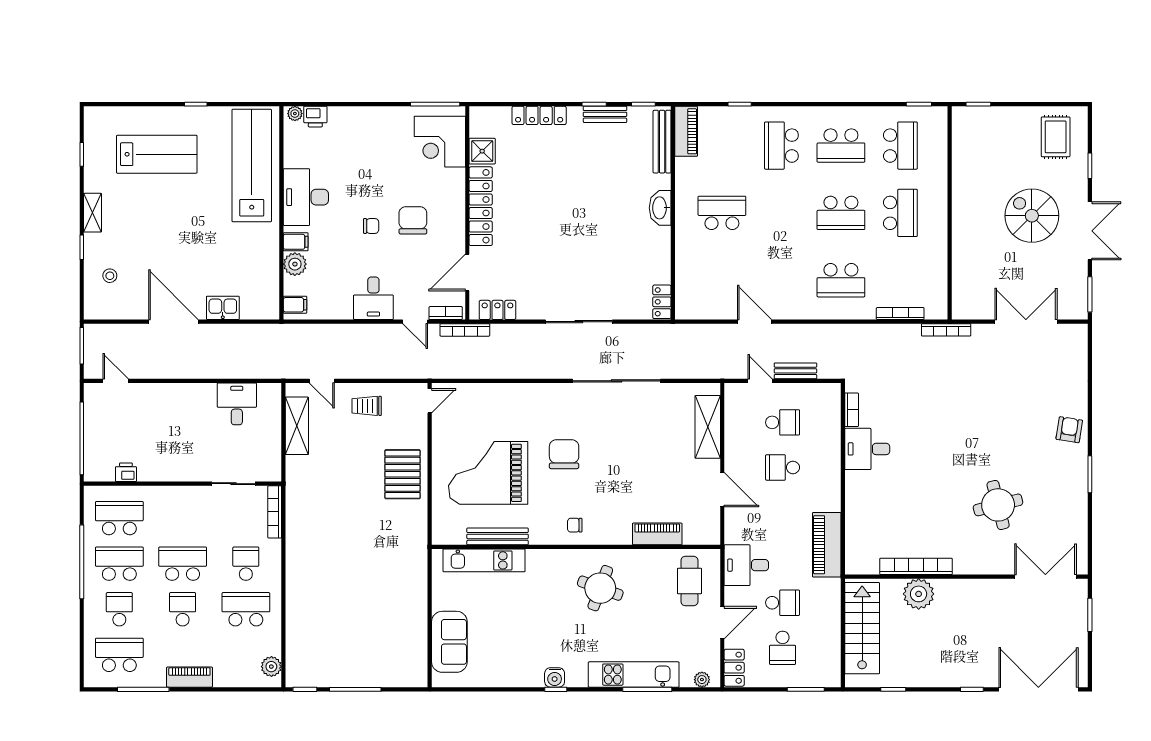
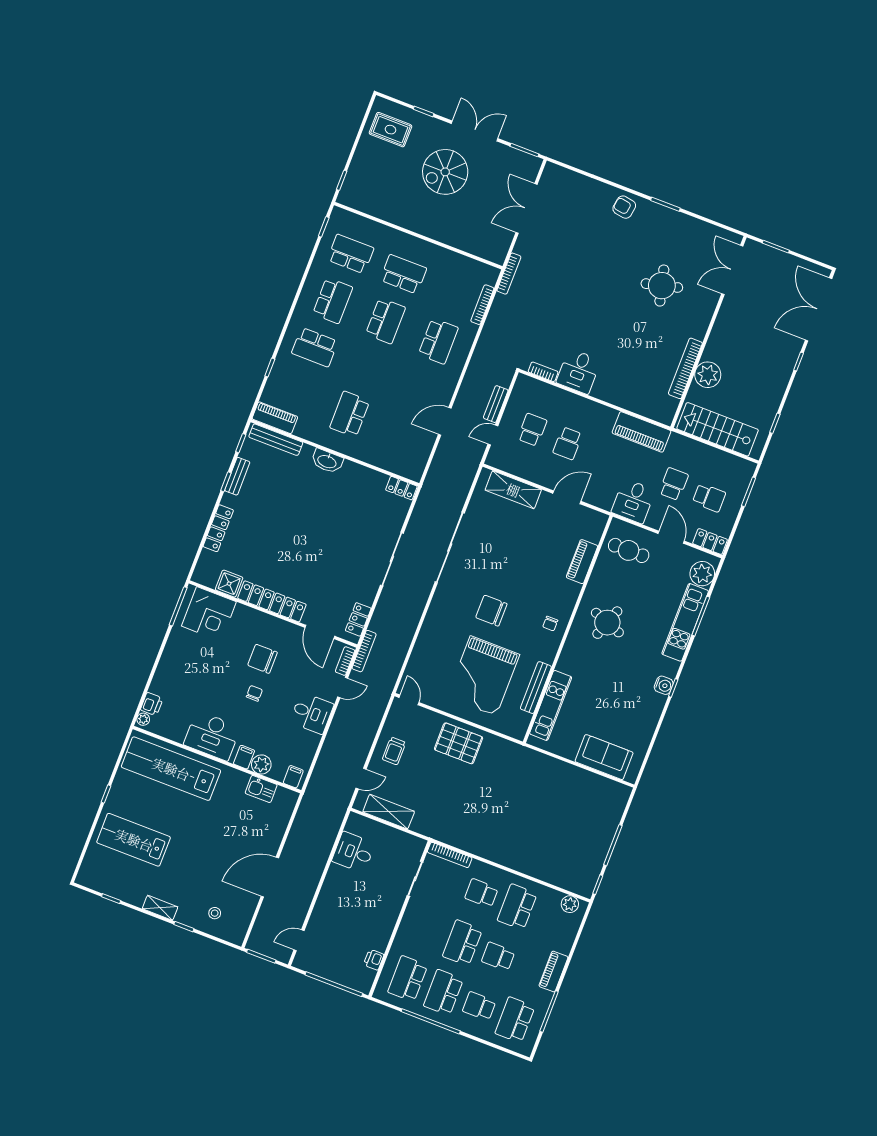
lab bench: (157, 154) -> (134, 840), turned -90
kitchen sink: (223, 308) -> (261, 789), moved, turned -90
plant: (702, 680) -> (702, 574), width x1.88, depth x1.88

